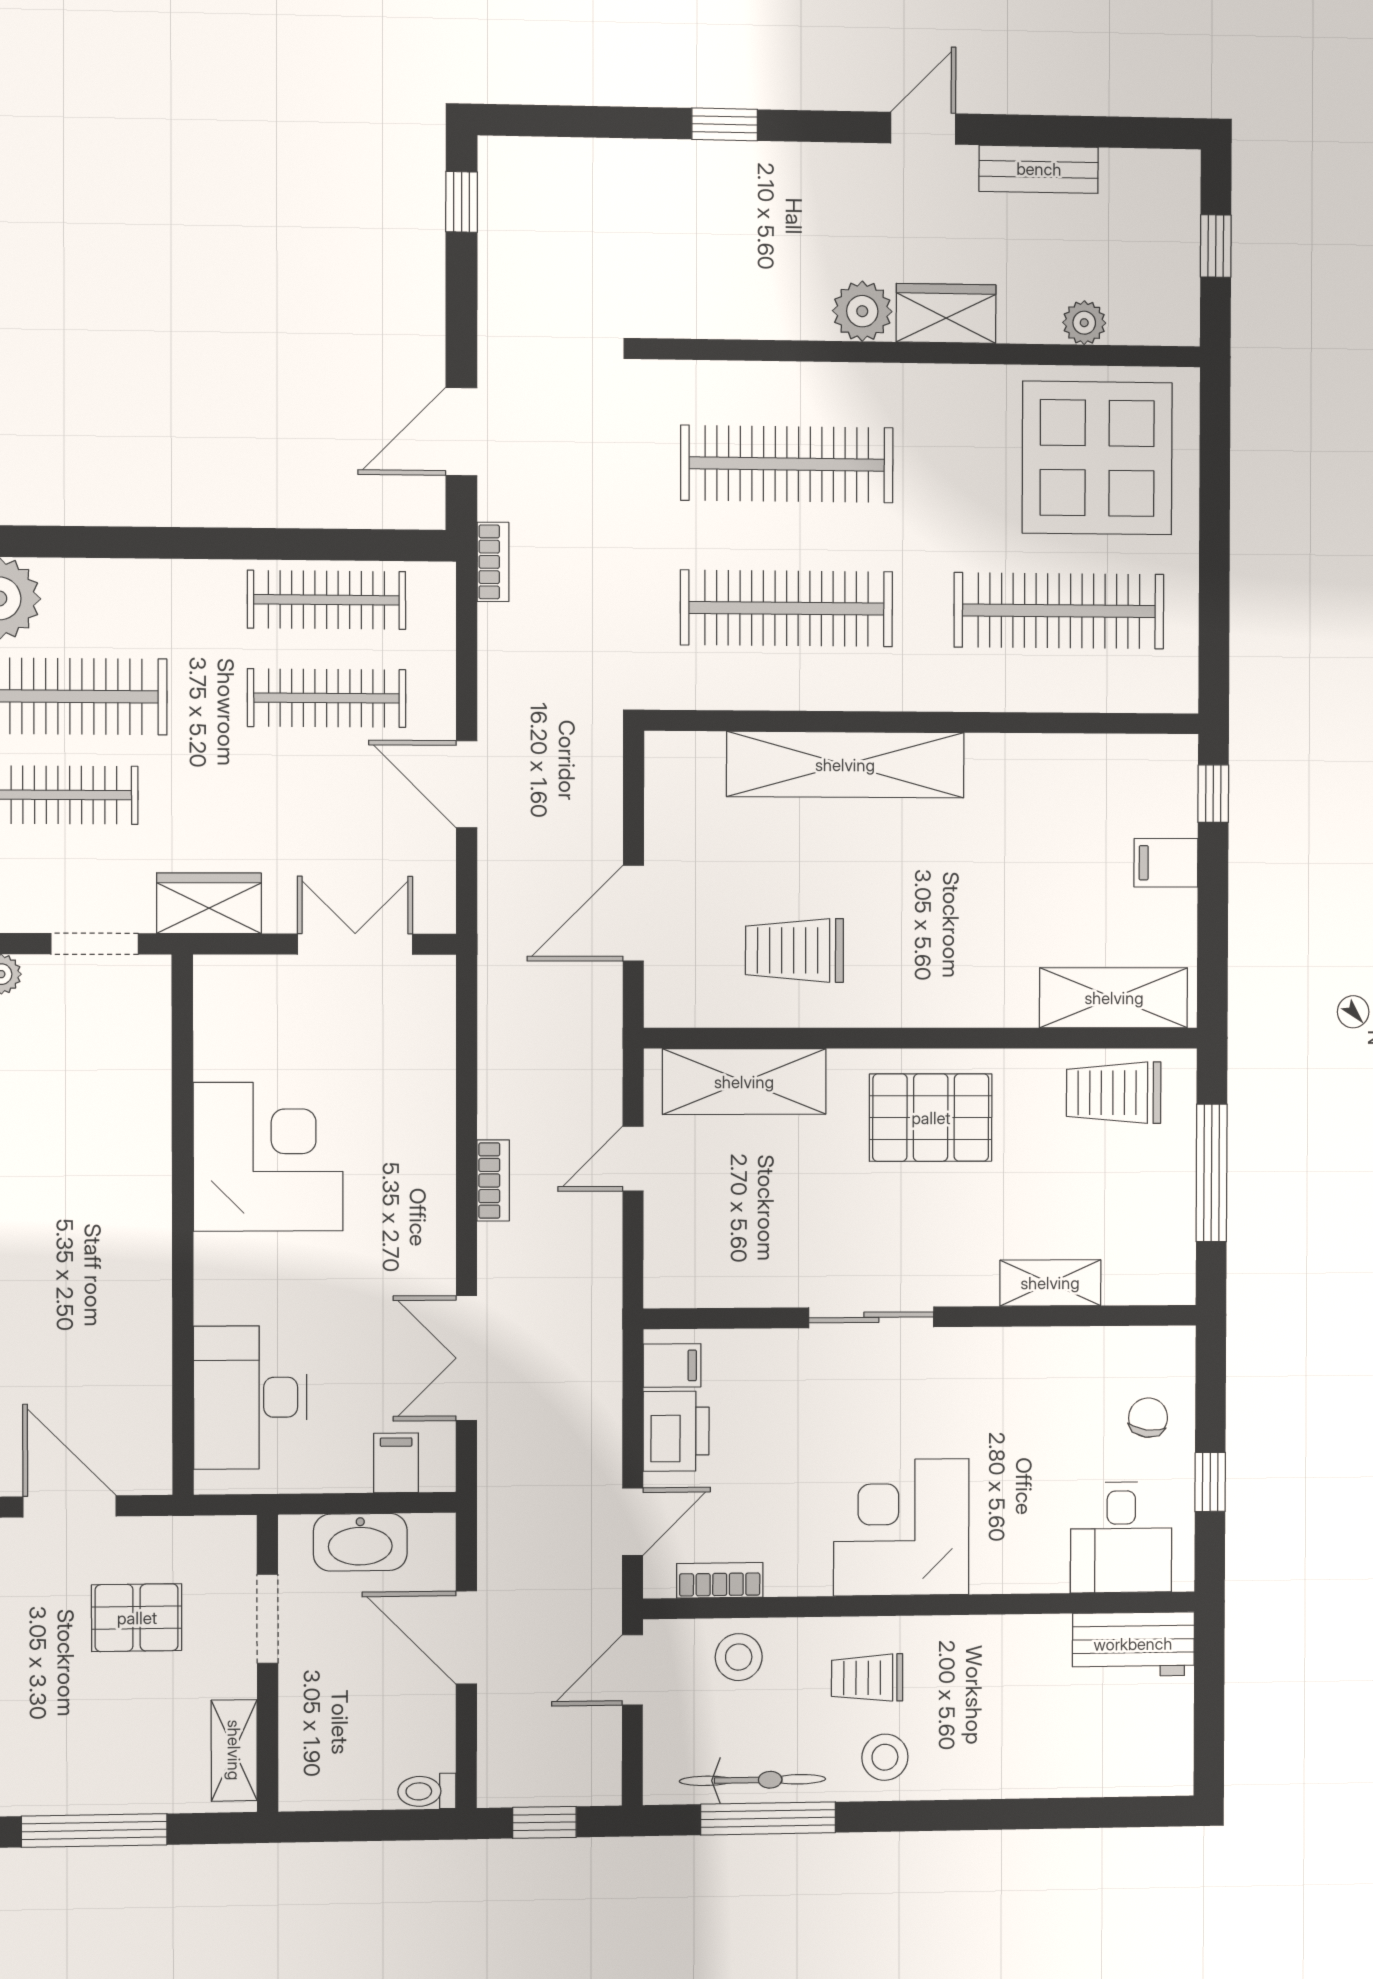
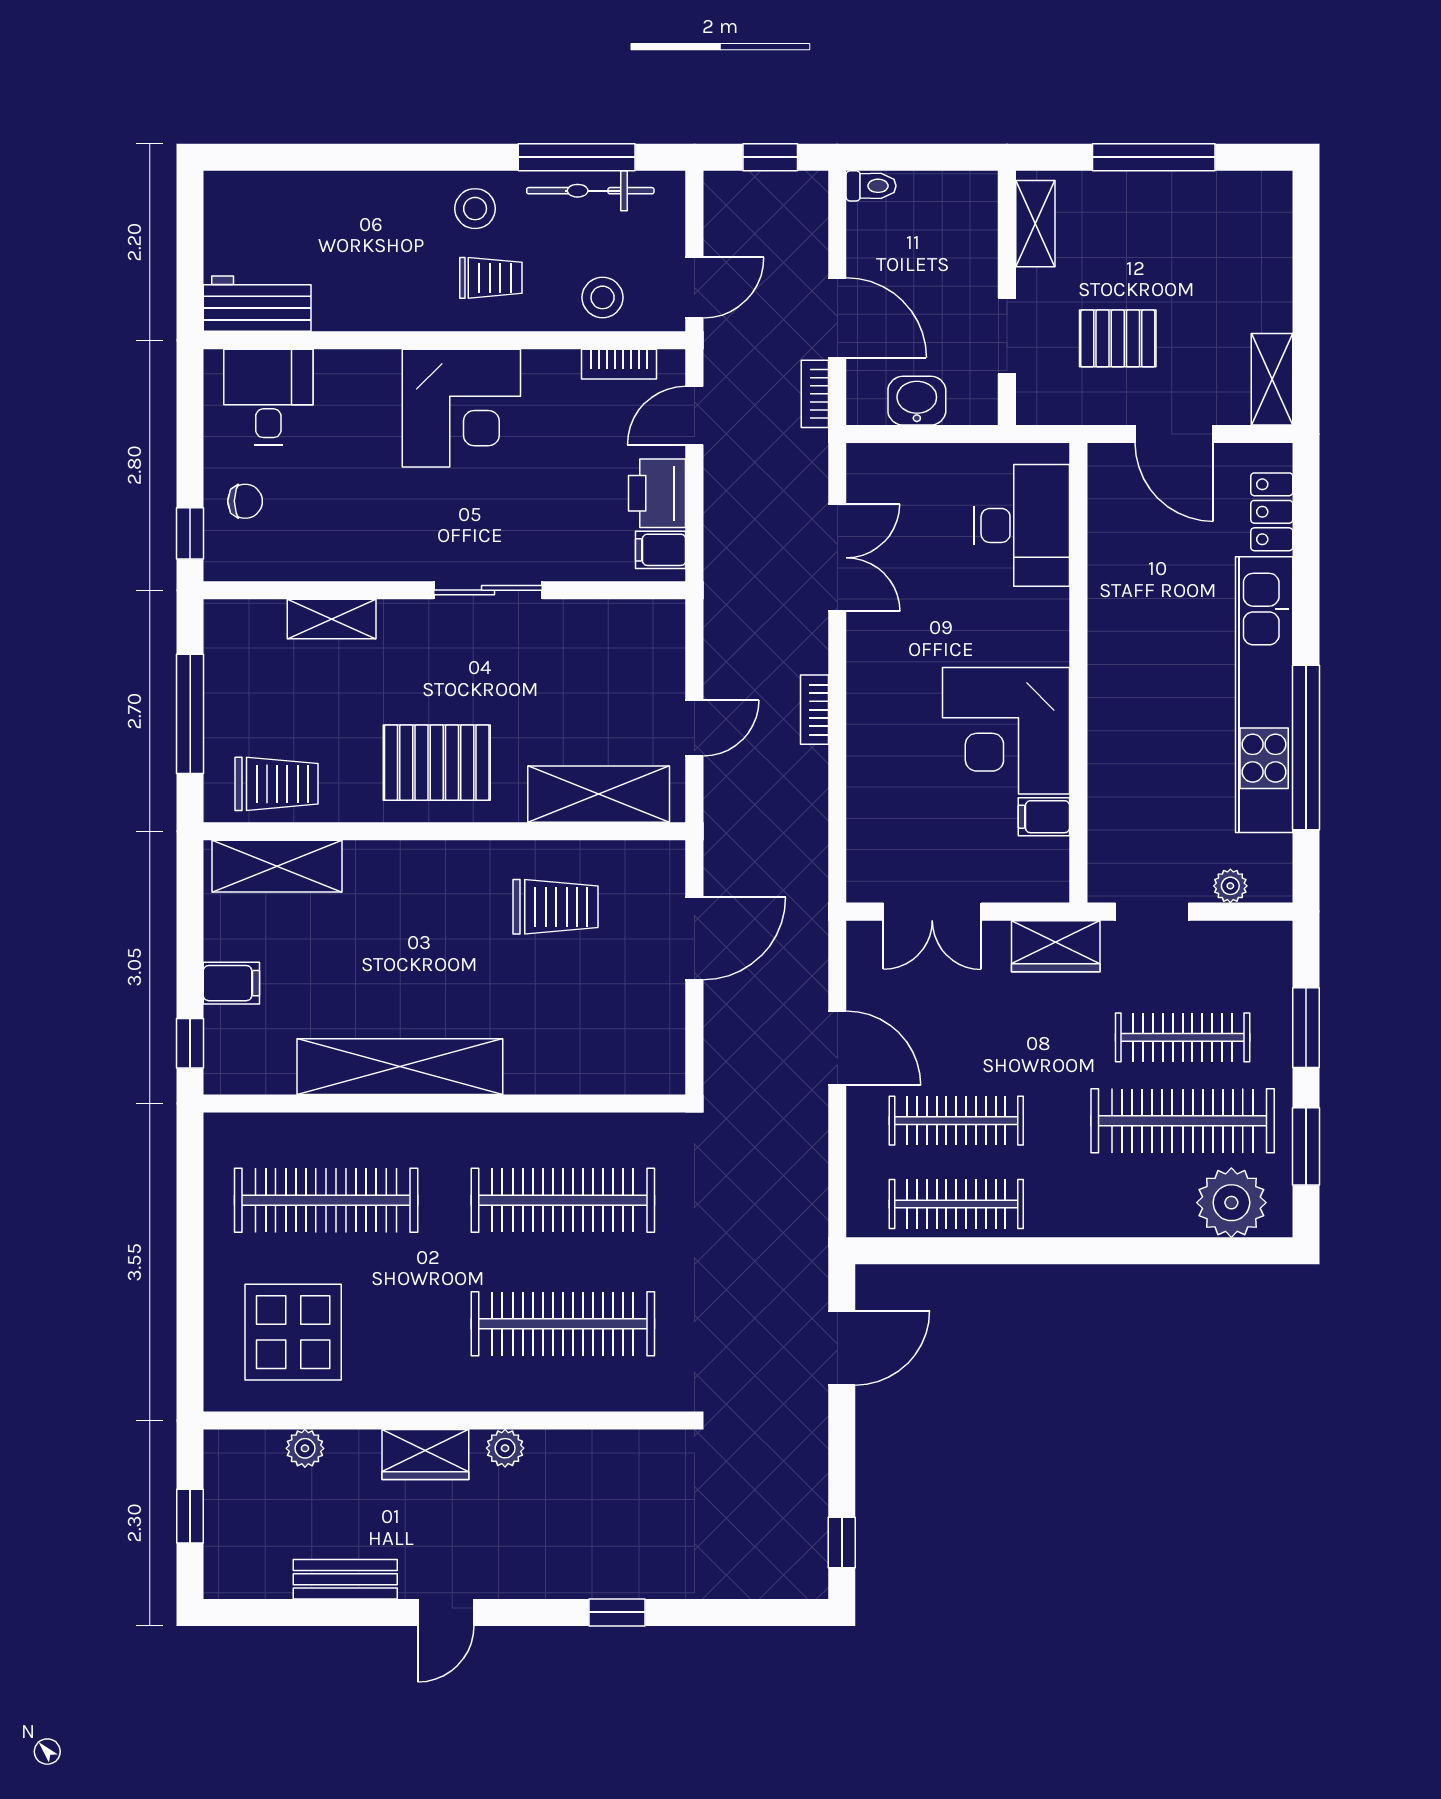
plant: (862, 311) -> (505, 1448), width x0.73, depth x0.73
display table: (1097, 458) -> (293, 1332), width x0.73, depth x0.73
bookcase: (493, 562) -> (815, 394), moved
shelving: (845, 765) -> (400, 1067), moved
chair: (1148, 1418) -> (245, 501), turned -98
filing cabinet: (396, 1463) -> (1044, 817), moved, turned 90
window: (1210, 1482) -> (190, 533), moved
washbasin: (360, 1542) -> (917, 401), width x0.72

